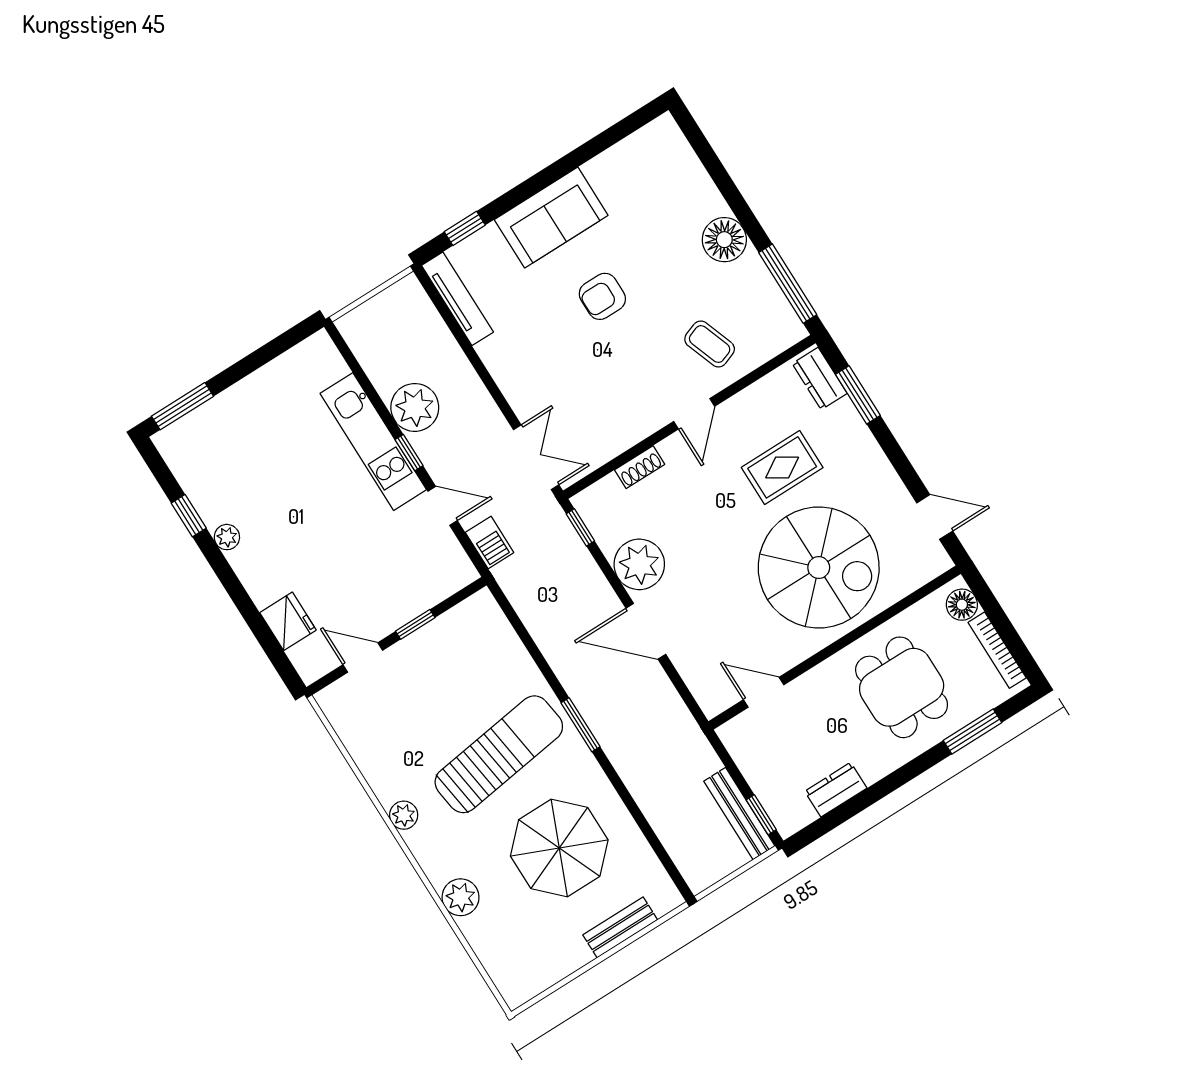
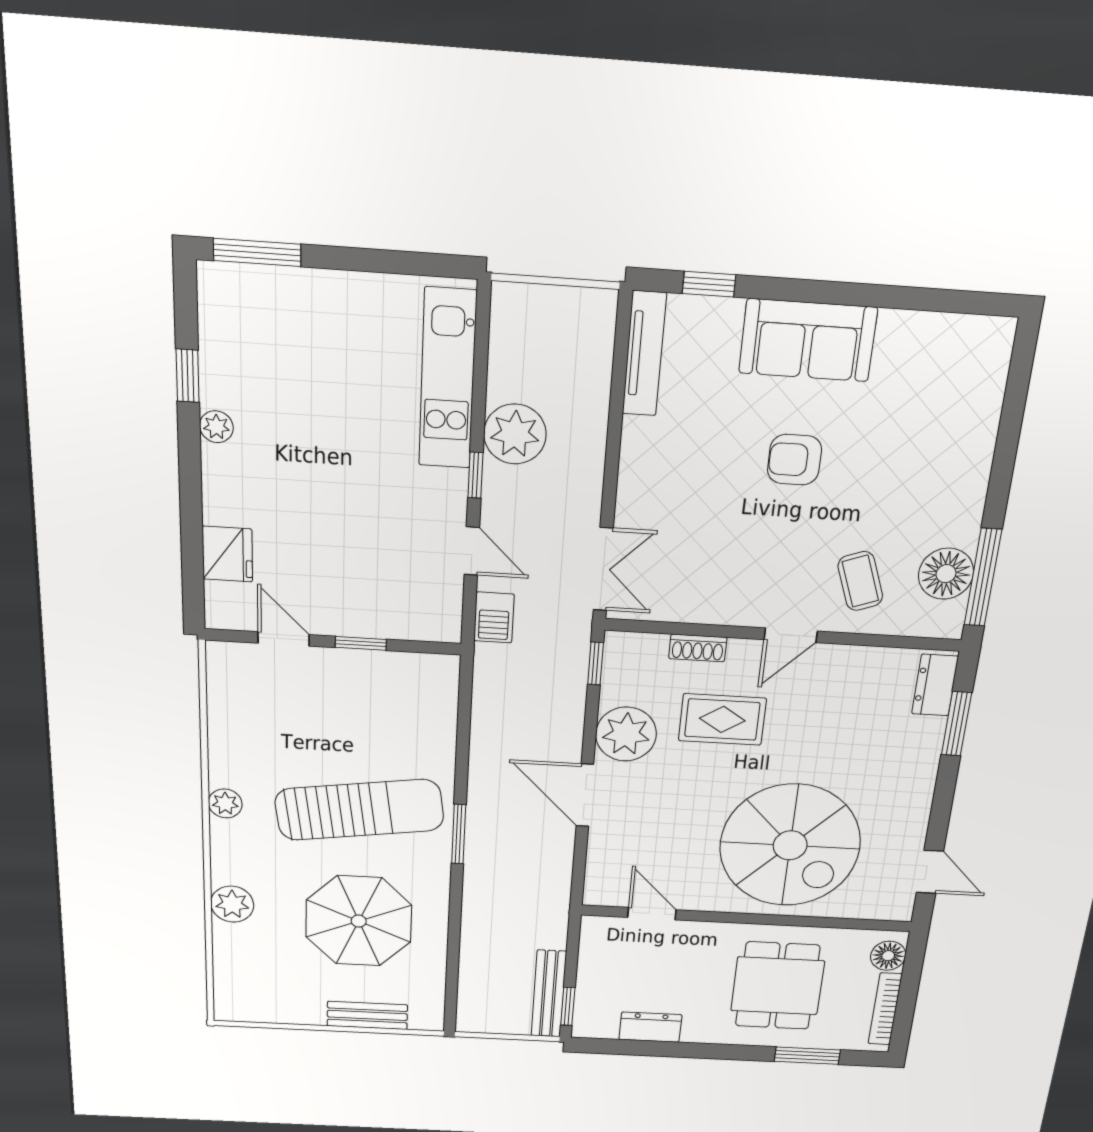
floor lamp: (724, 240) -> (946, 574), moved
kitchen unit: (373, 442) -> (448, 379), moved
rug: (782, 467) -> (722, 719), moved

